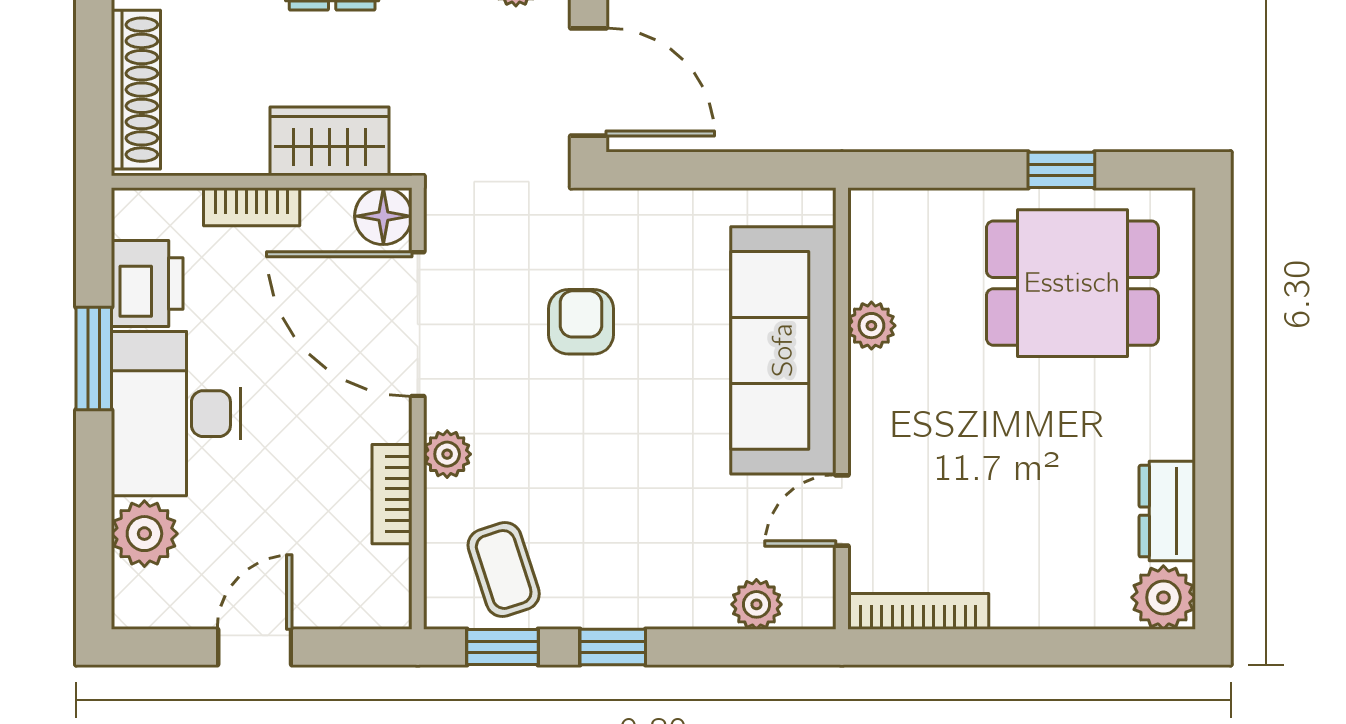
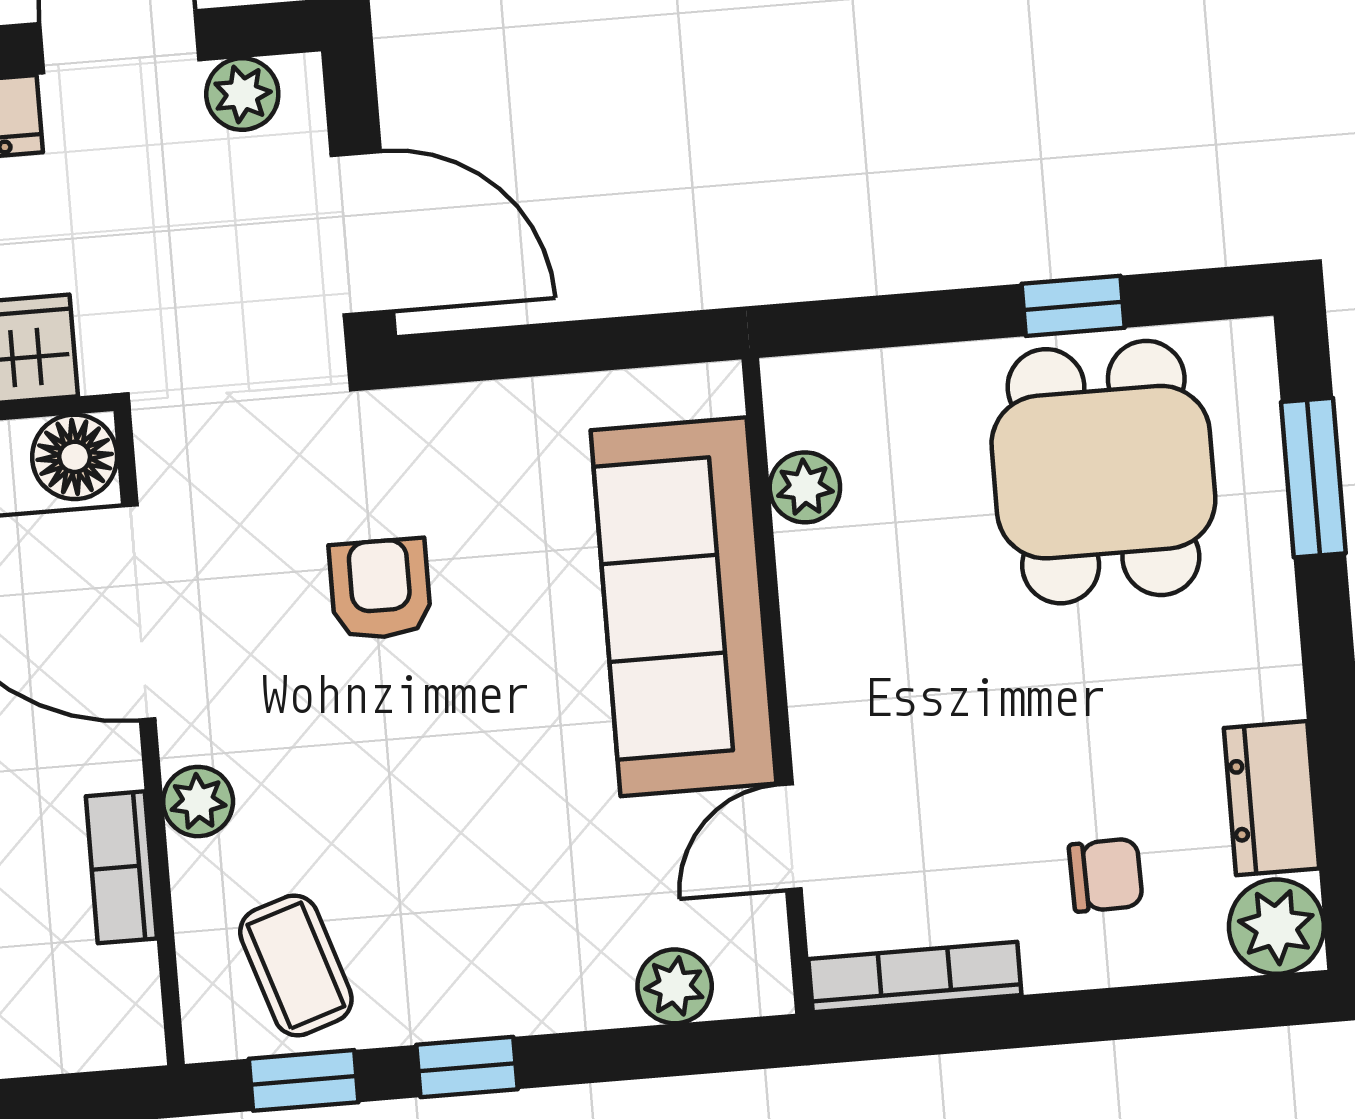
dining table: (1072, 283) -> (1103, 472), turned 90
window: (1213, 298) -> (1313, 478), added
plant: (871, 326) -> (805, 487), moved
chair: (1052, 554) -> (1106, 875), added

